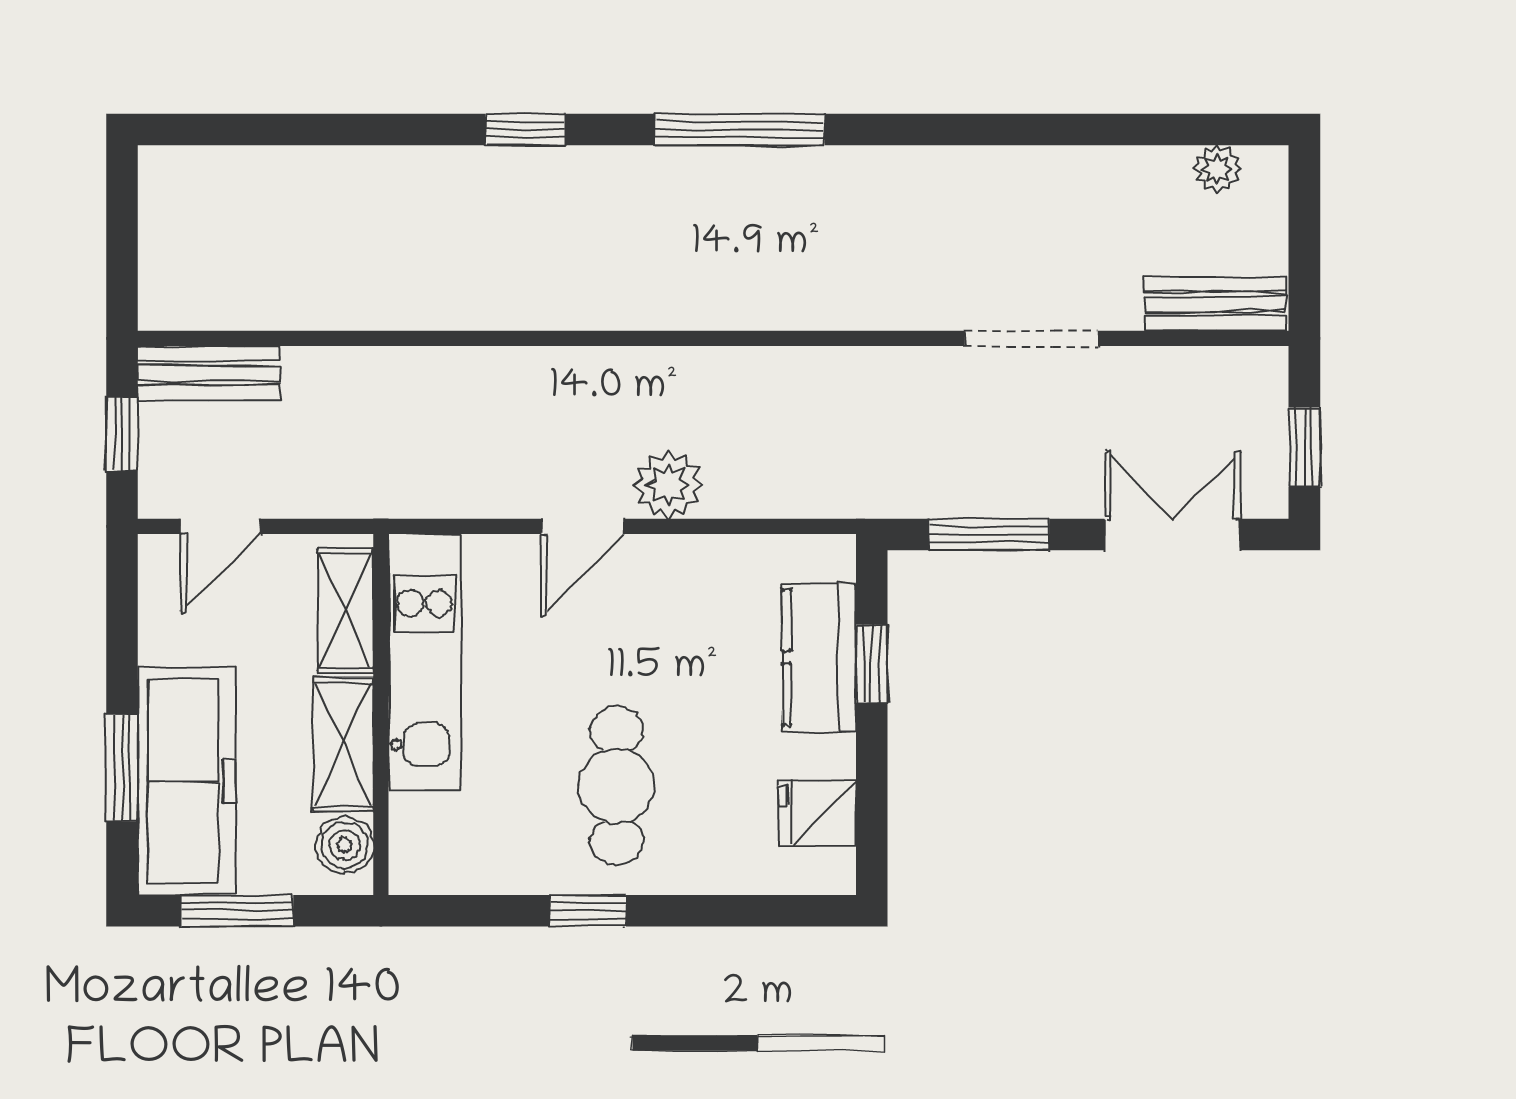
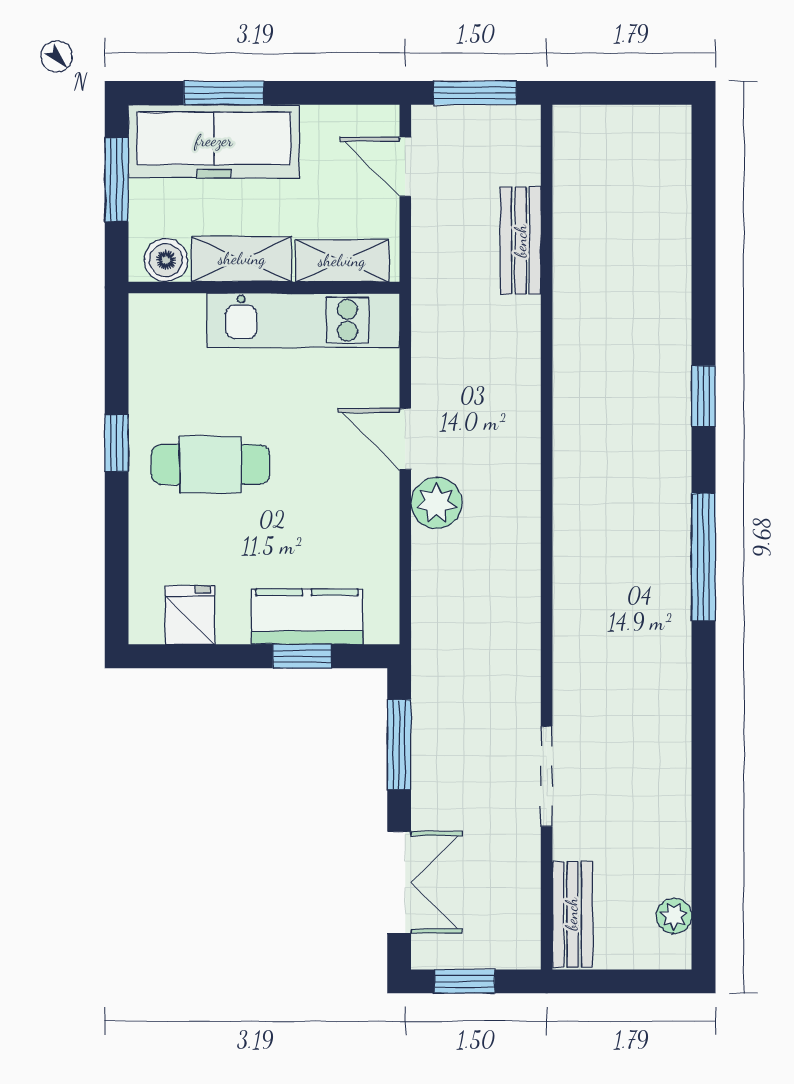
bench: (209, 373) -> (521, 241), moved
window: (122, 434) -> (475, 93), width x1.50

